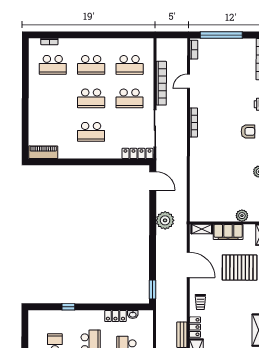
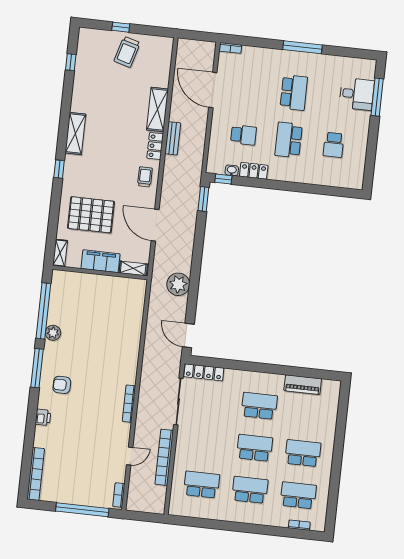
school desk: (130, 98) -> (303, 453), moved
piano: (43, 152) -> (303, 385), moved
plant: (242, 216) -> (81, 280), removed
window: (68, 307) -> (223, 179), moved

